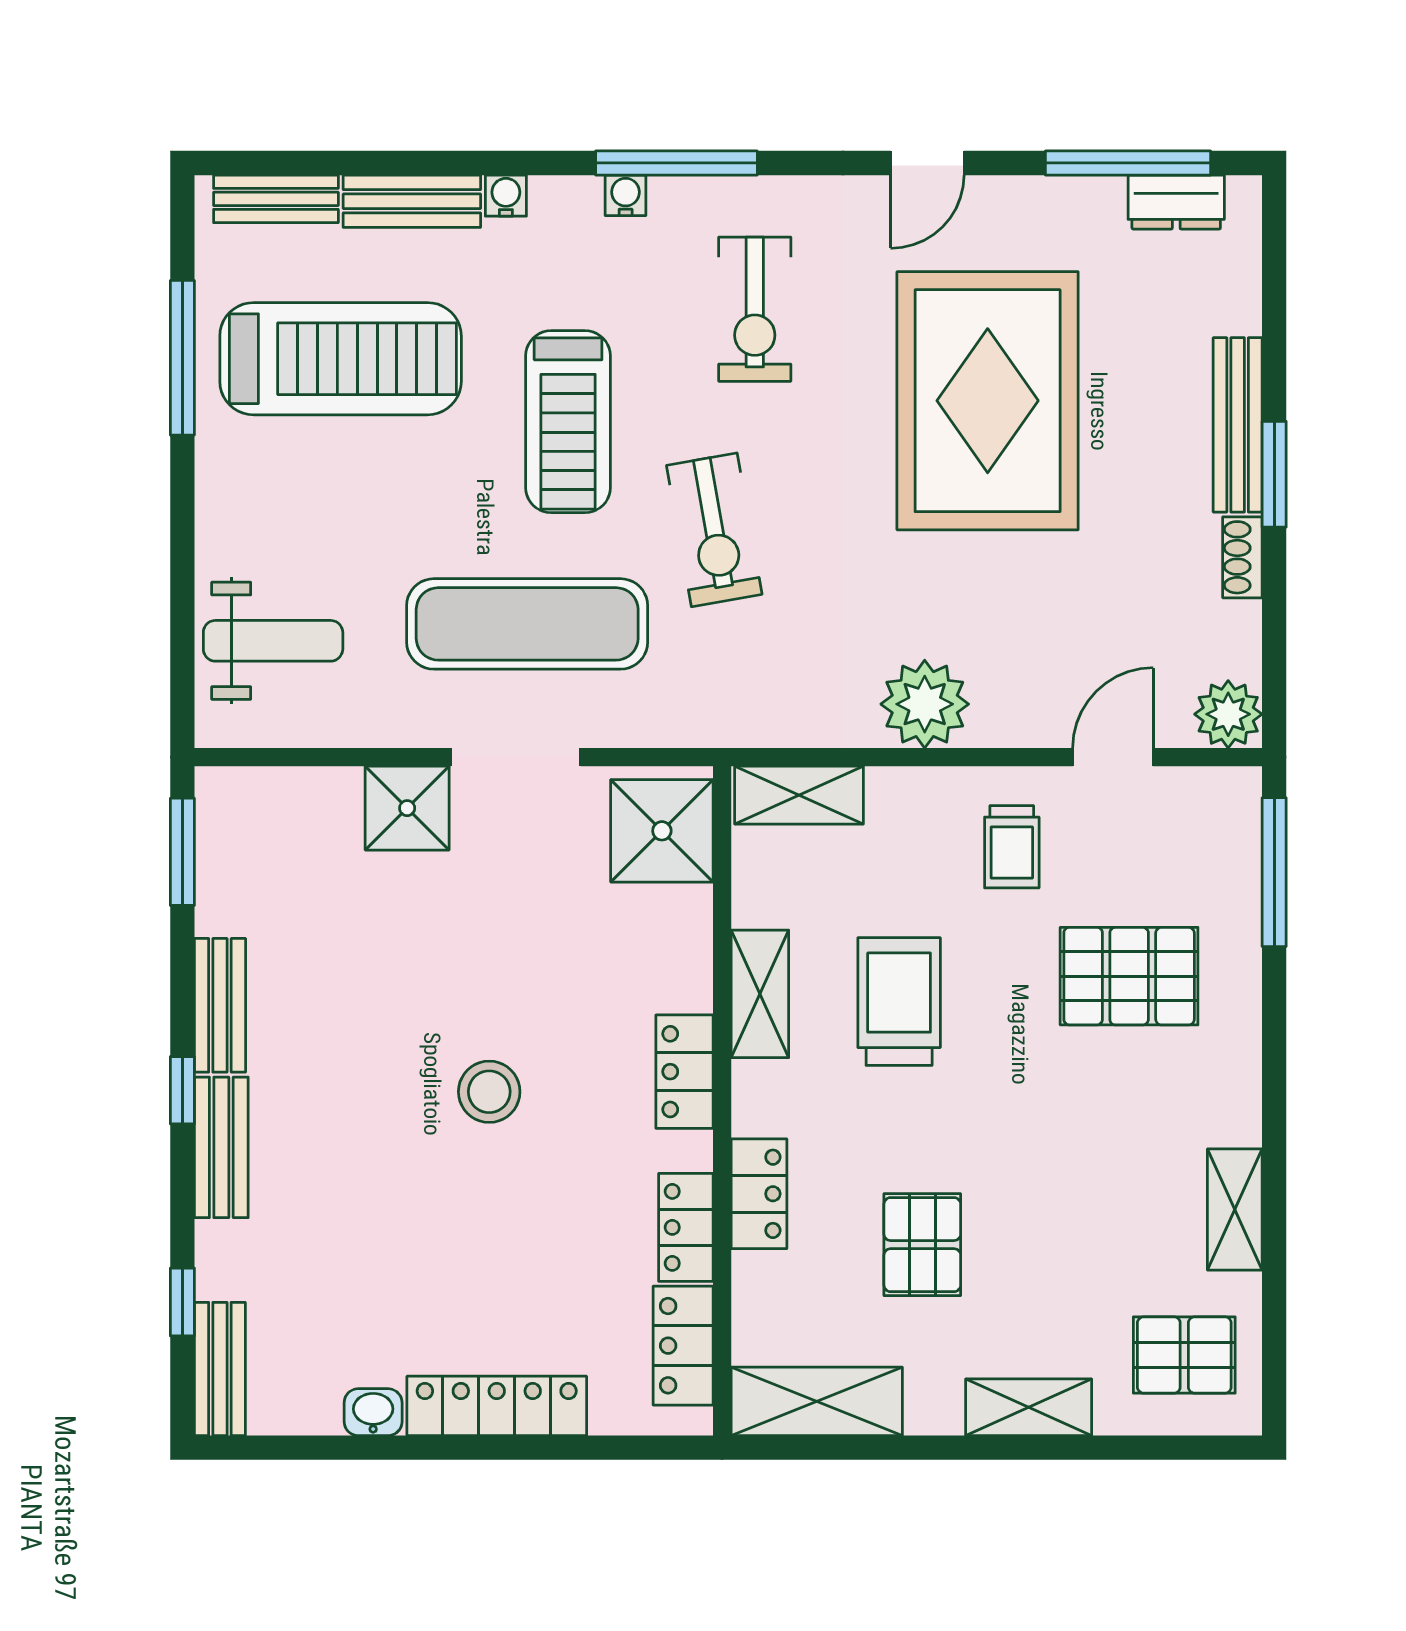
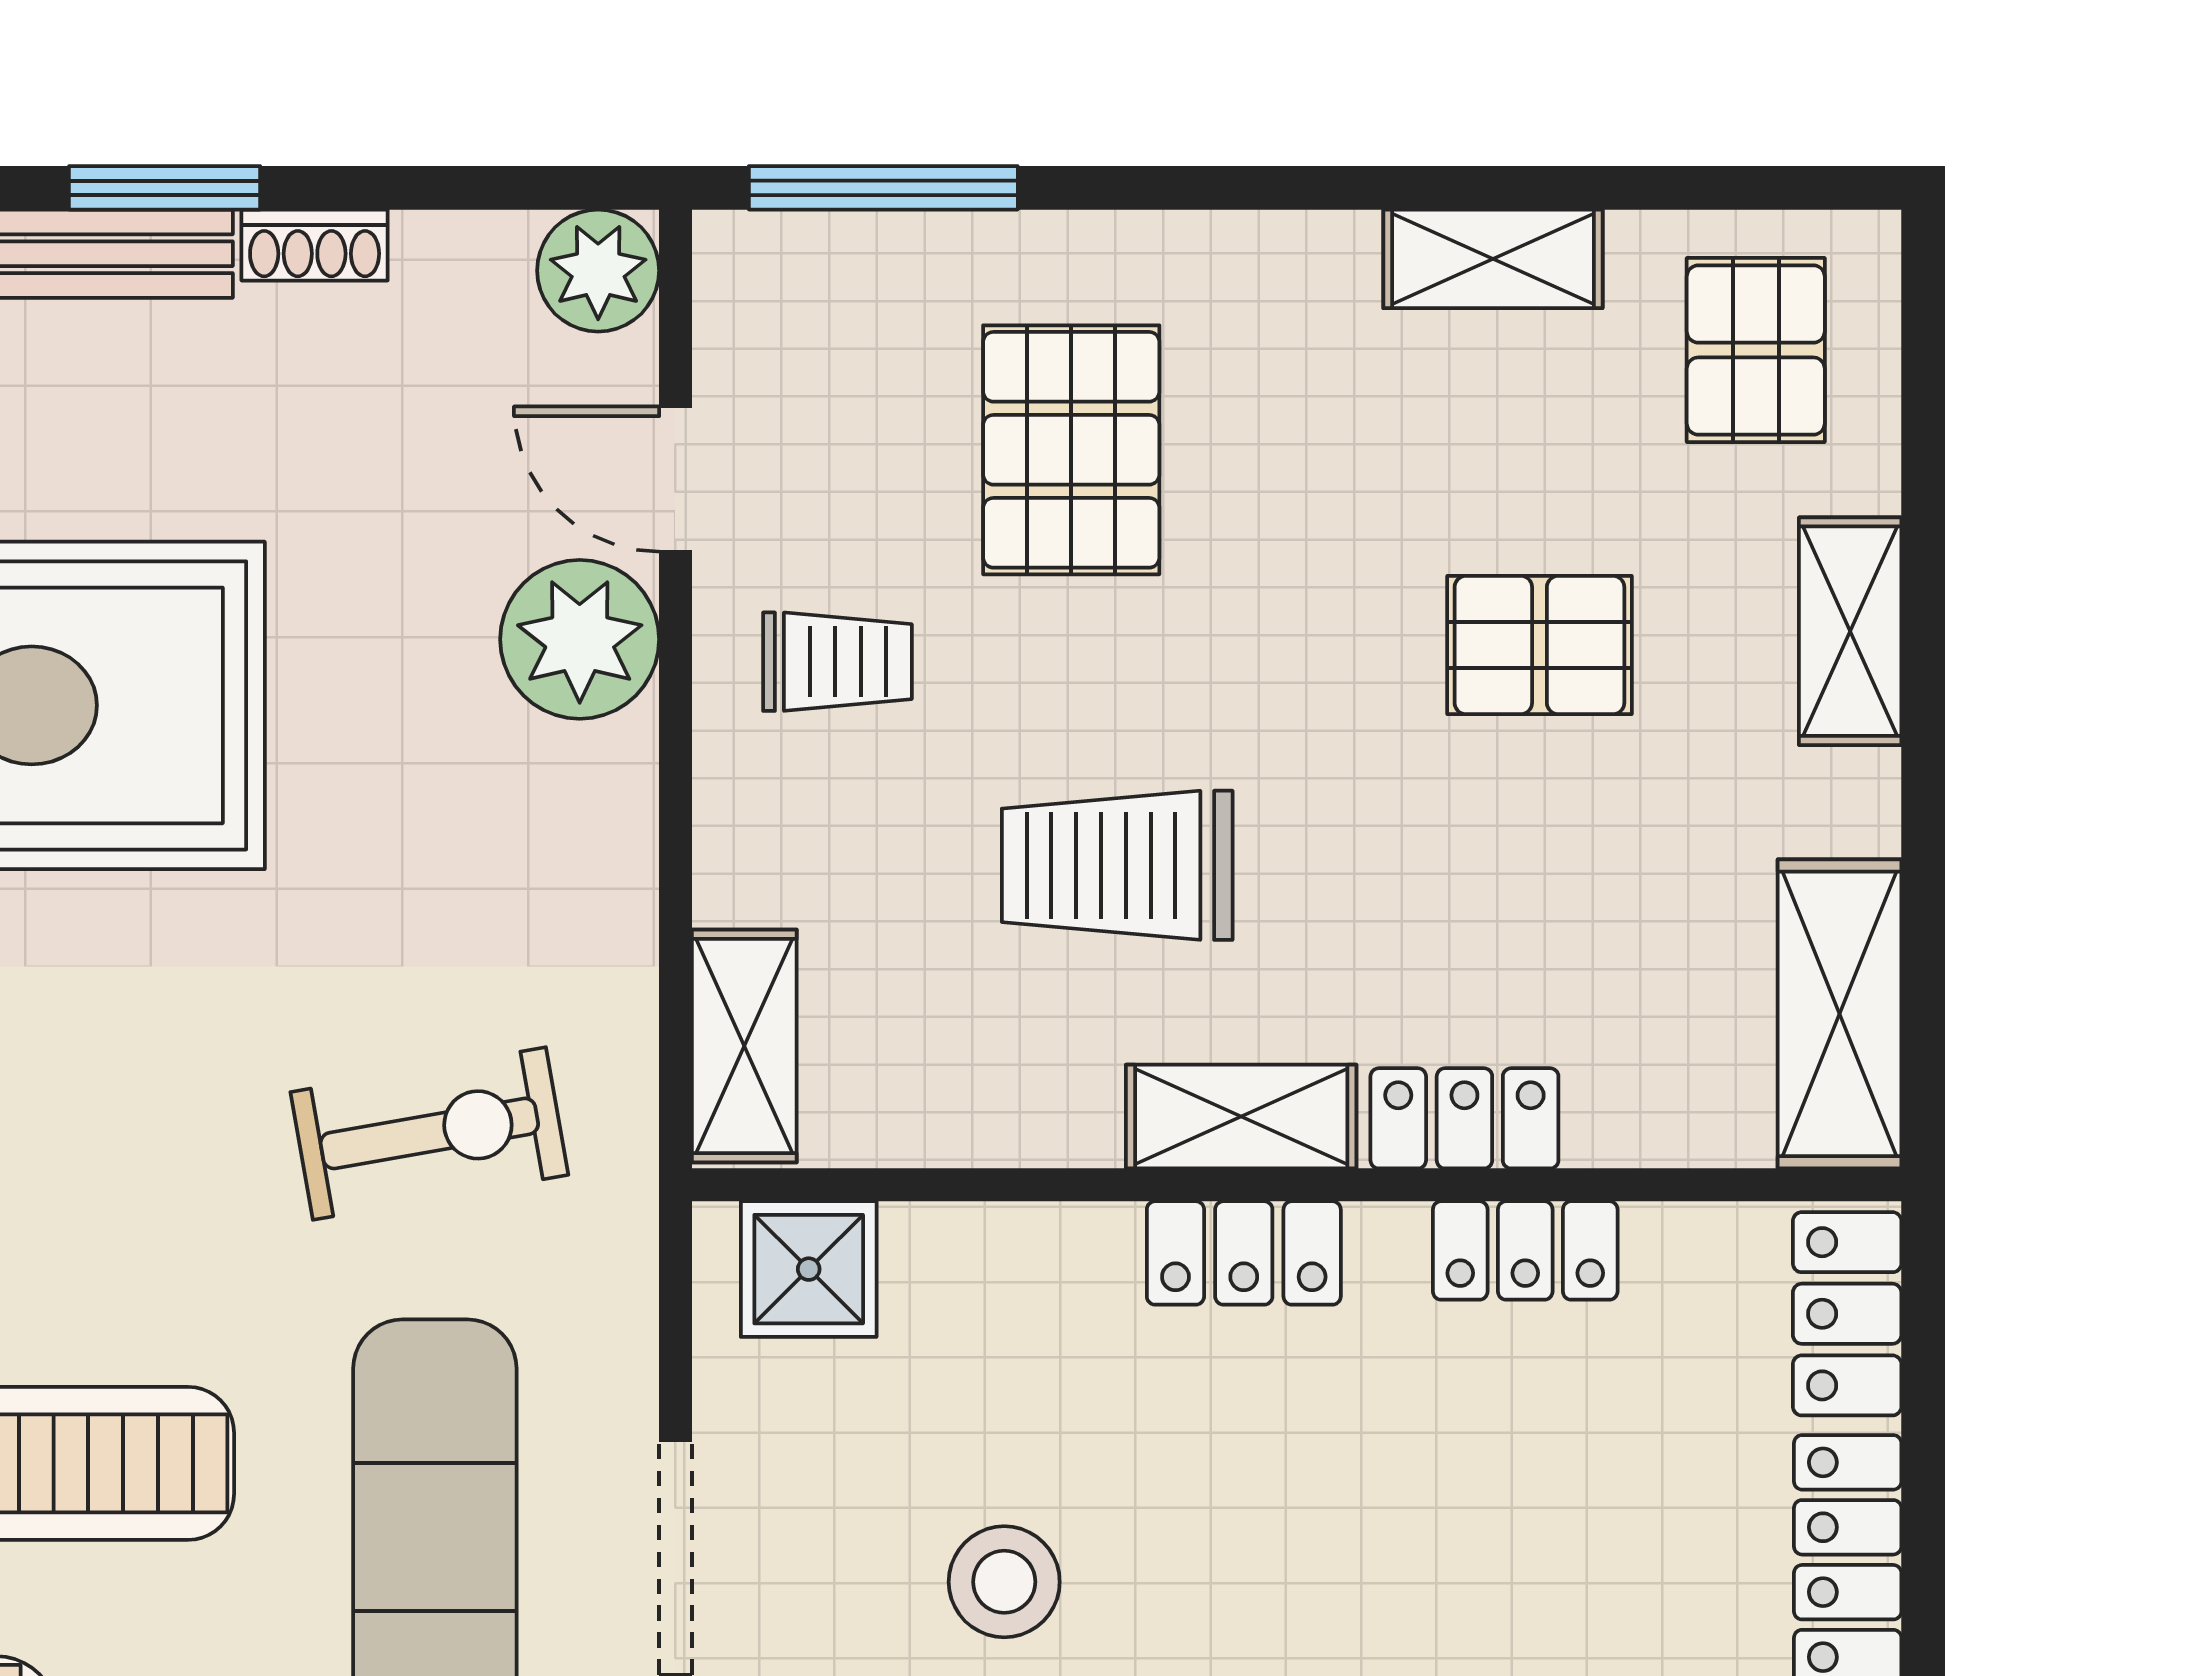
exercise bike: (714, 530) -> (429, 1133), moved
plant: (925, 704) -> (580, 639), moved
shower: (662, 831) -> (809, 1269), width x0.73, depth x0.73
shelving: (760, 994) -> (1241, 1117), moved
stool: (489, 1092) -> (1004, 1582), moved
pallet: (922, 1245) -> (1539, 645), moved
locker: (683, 1346) -> (1847, 1314), moved, turned 90

